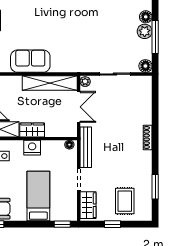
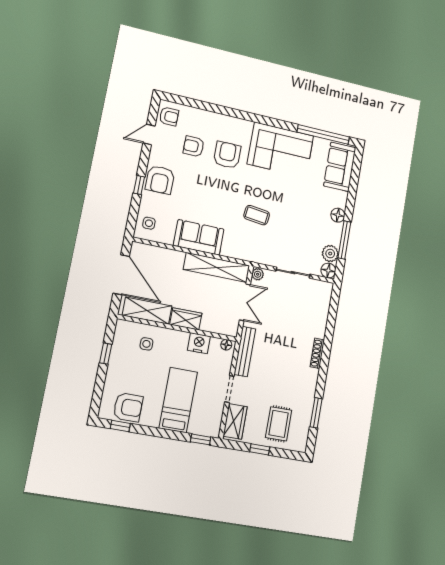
plant: (145, 31) -> (330, 254), moved
coffee table: (75, 32) -> (257, 215), added
nightstand: (32, 148) -> (199, 343), moved

